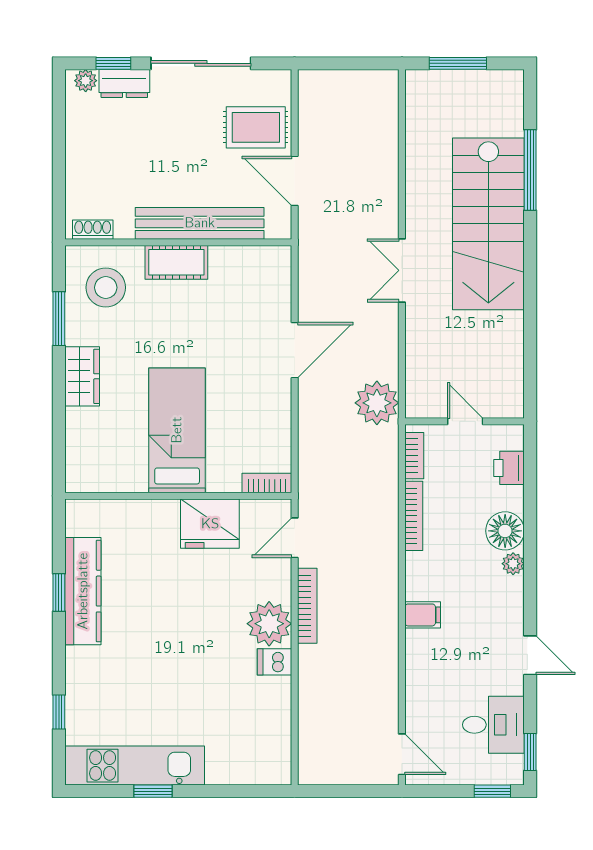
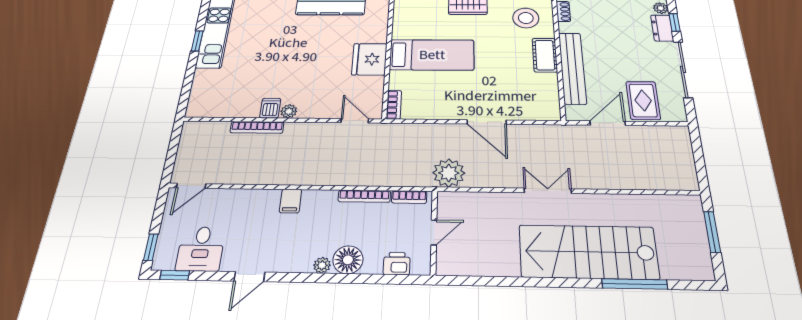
fridge: (210, 524) -> (369, 59), moved
bookcase: (307, 606) -> (257, 127), moved
plant: (269, 624) -> (289, 111), width x0.53, depth x0.53

